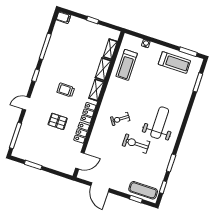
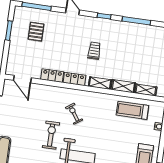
pallet: (58, 121) -> (36, 32), moved

